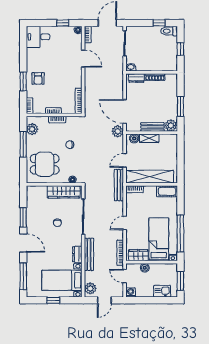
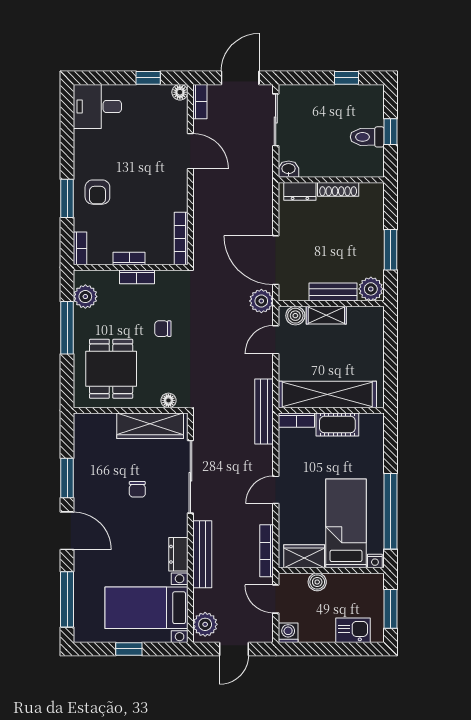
toilet: (169, 31) -> (367, 137), moved
door: (125, 160) -> (276, 340), moved
dining table: (45, 164) -> (111, 369), turned 90
cot: (167, 191) -> (337, 424), moved

